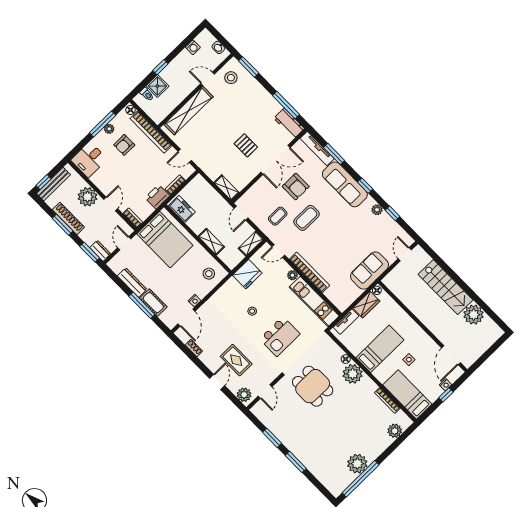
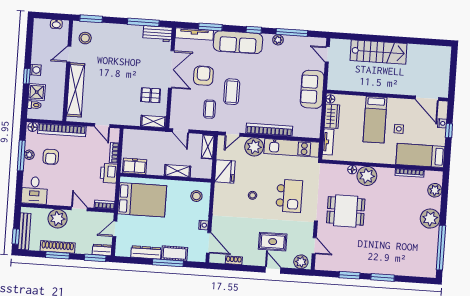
washing machine: (193, 47) -> (36, 70), moved
pallet: (246, 145) -> (151, 95), moved
door: (185, 156) -> (102, 125), hinge flipped
armchair: (296, 187) -> (203, 76), turned -90
window: (392, 213) -> (292, 32), width x2.17
door: (124, 243) -> (115, 229), hinge flipped
plant: (292, 275) -> (254, 147), width x1.87, depth x1.87
plant: (474, 315) -> (417, 54), removed
bed: (380, 349) -> (375, 120), moved, turned 180
plant: (357, 464) -> (430, 219), moved

